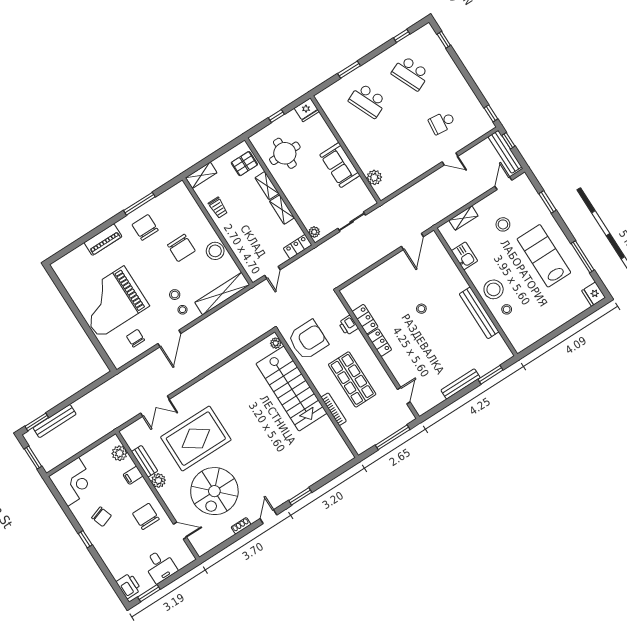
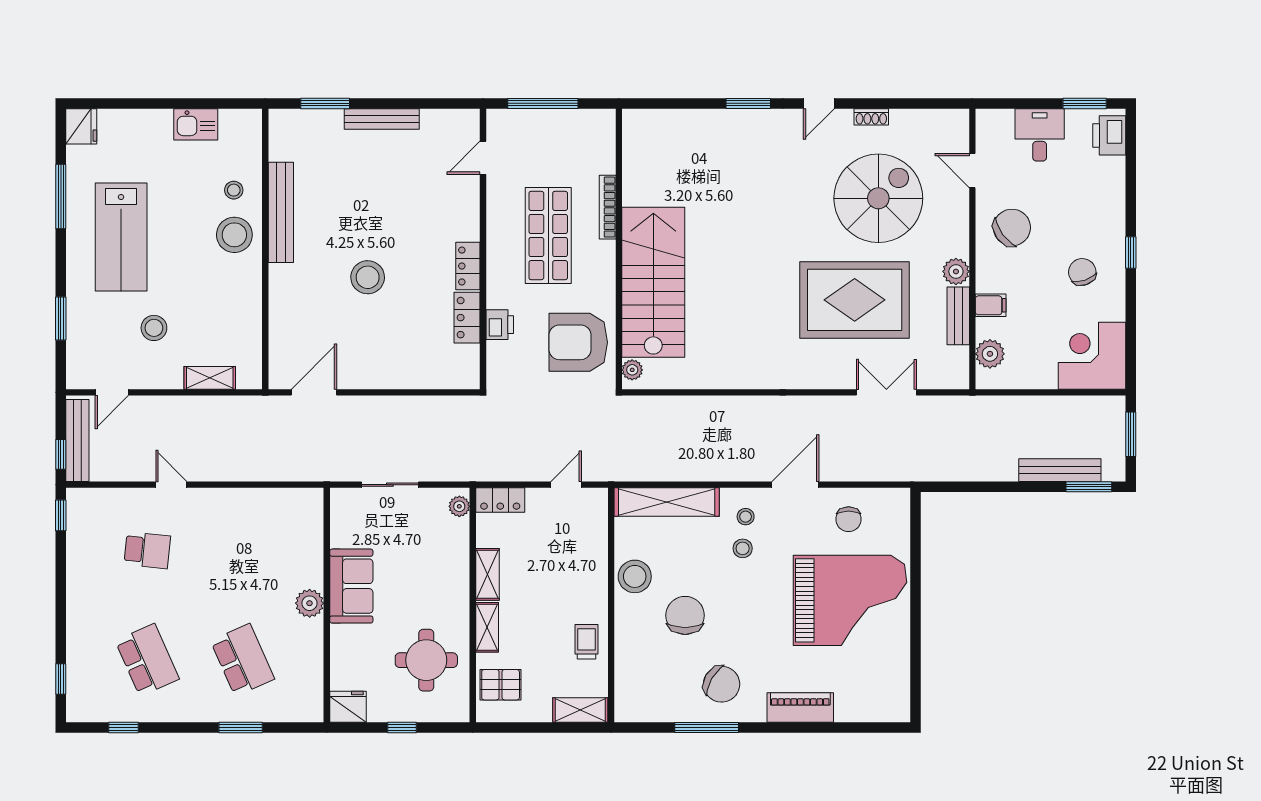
plant: (374, 177) -> (310, 603), moved
chair: (145, 227) -> (722, 684), turned -60
kitchen sink: (464, 256) -> (196, 124), moved, turned -90
stool: (421, 309) -> (368, 277), width x1.89, depth x1.89
chair: (146, 516) -> (1012, 228), turned -126

